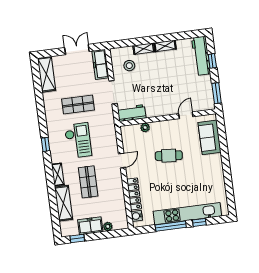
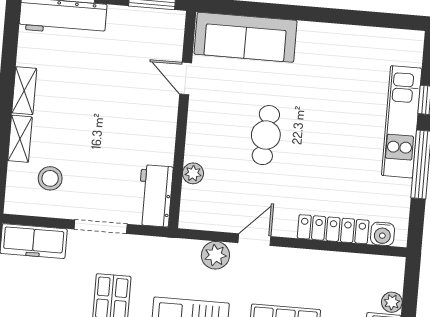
sofa: (210, 137) -> (245, 37), width x1.36
plant: (111, 145) -> (215, 255), added
door: (122, 161) -> (254, 240), hinge flipped
kitchen unit: (187, 214) -> (402, 122), width x0.73

